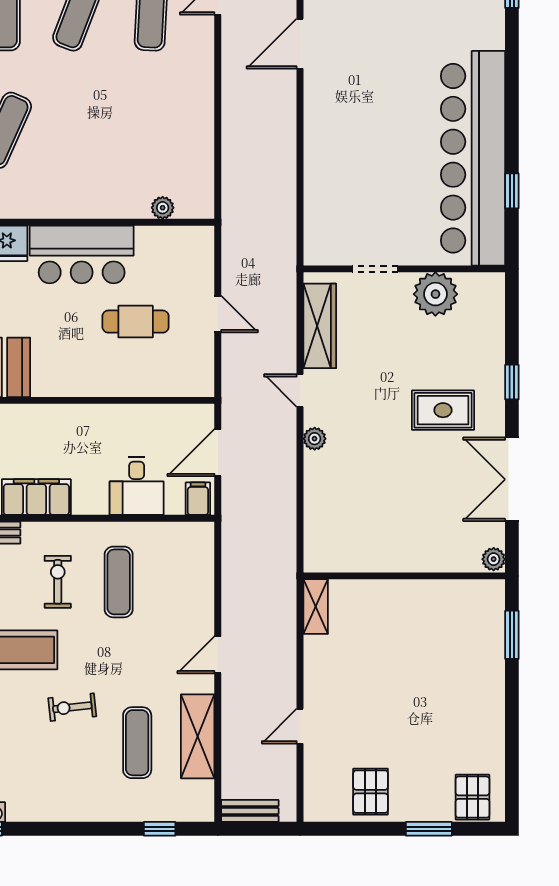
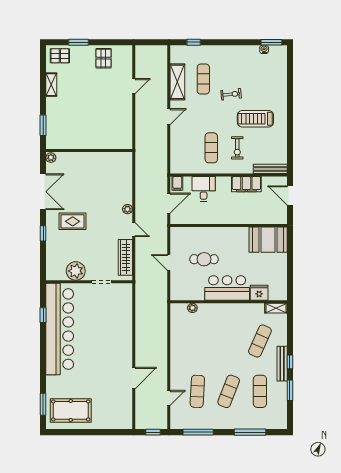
shelving: (316, 606) -> (51, 85), moved
pallet: (472, 797) -> (60, 56), turned 90
bench: (250, 811) -> (155, 50), removed

